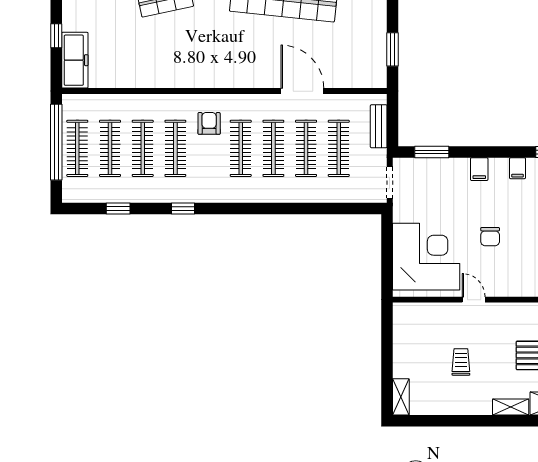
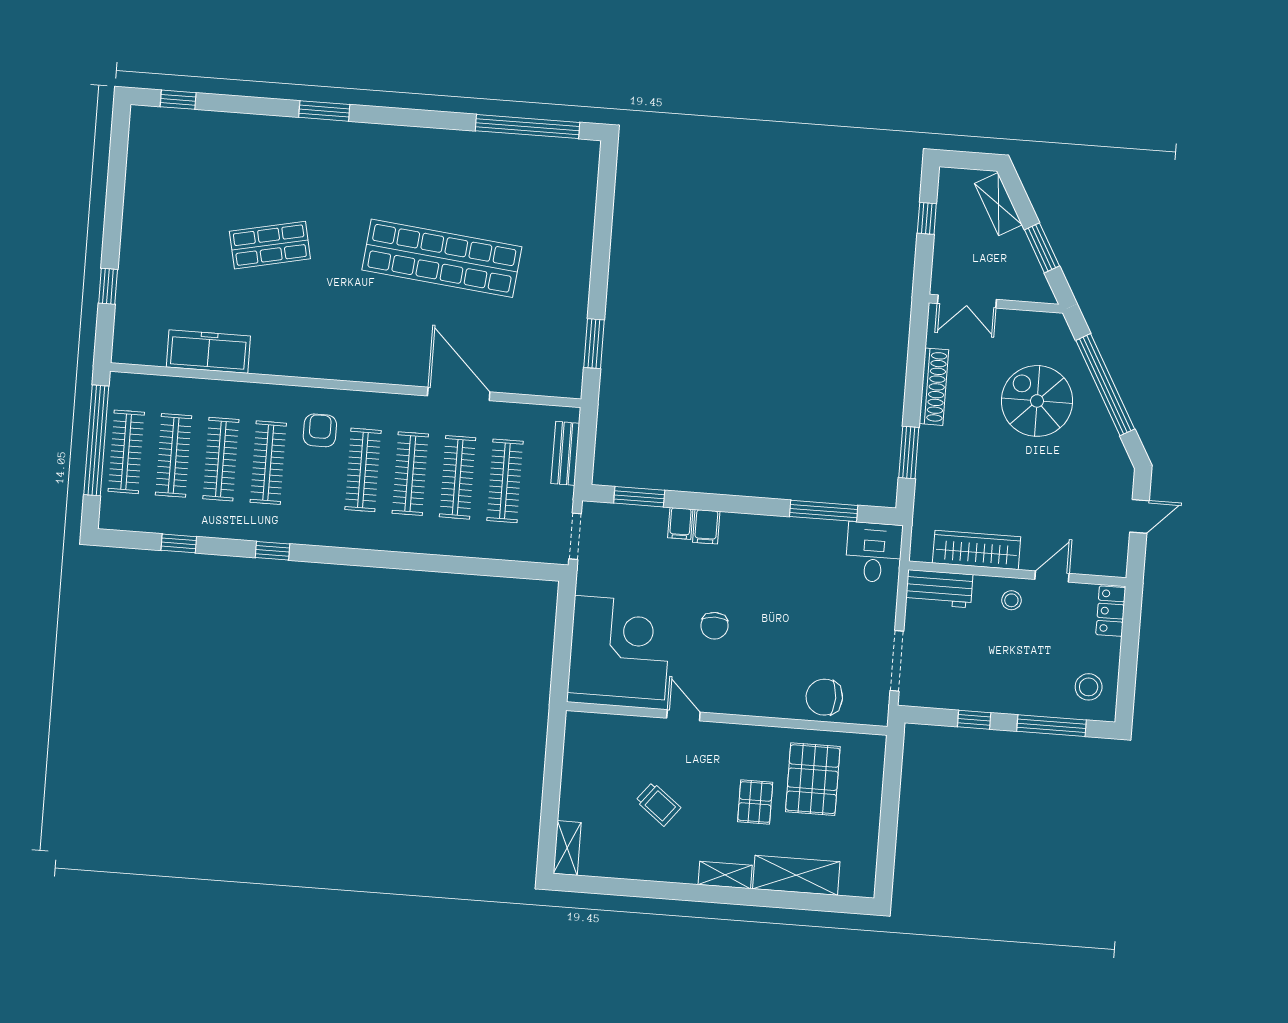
freezer: (75, 60) -> (208, 351), moved, turned -90
filing cabinet: (518, 168) -> (680, 523), moved
trolley: (461, 362) -> (658, 804), turned 128

